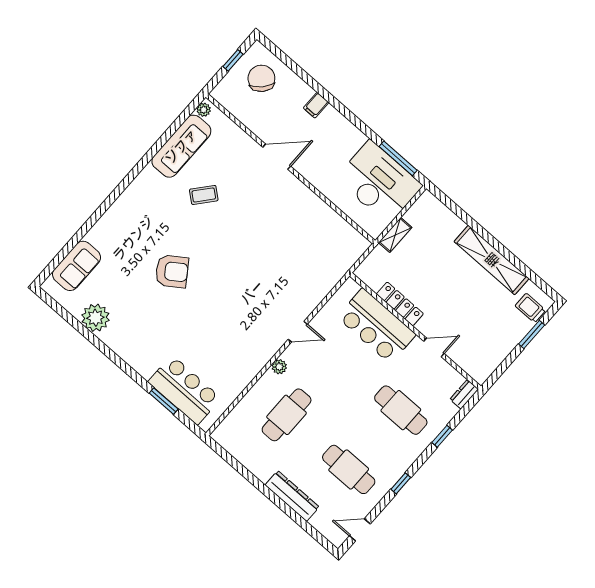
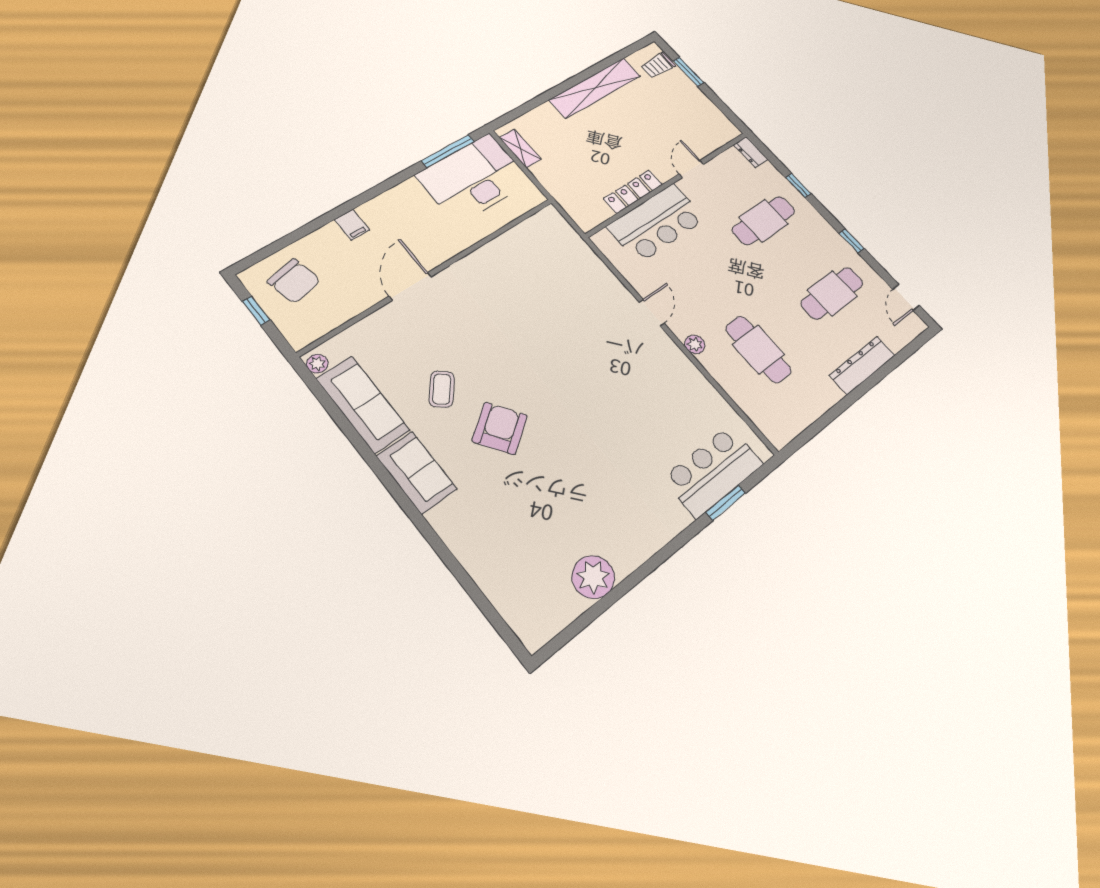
chair: (261, 78) -> (294, 281), turned -145
shelving: (395, 235) -> (520, 148), moved
sofa: (76, 266) -> (417, 473), moved
armchair: (172, 271) -> (500, 428), moved

